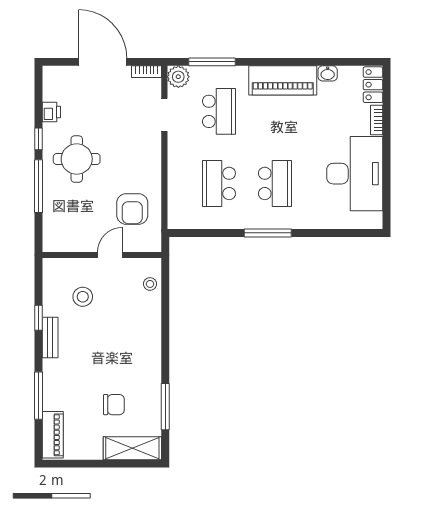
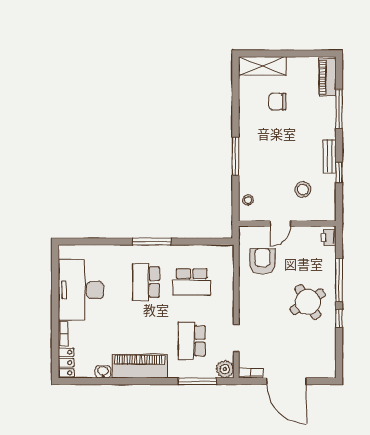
printer: (51, 112) -> (329, 237), moved
round table: (77, 159) -> (308, 302), turned -32
school desk: (219, 183) -> (192, 282), turned 90
window: (165, 407) -> (235, 156), moved

